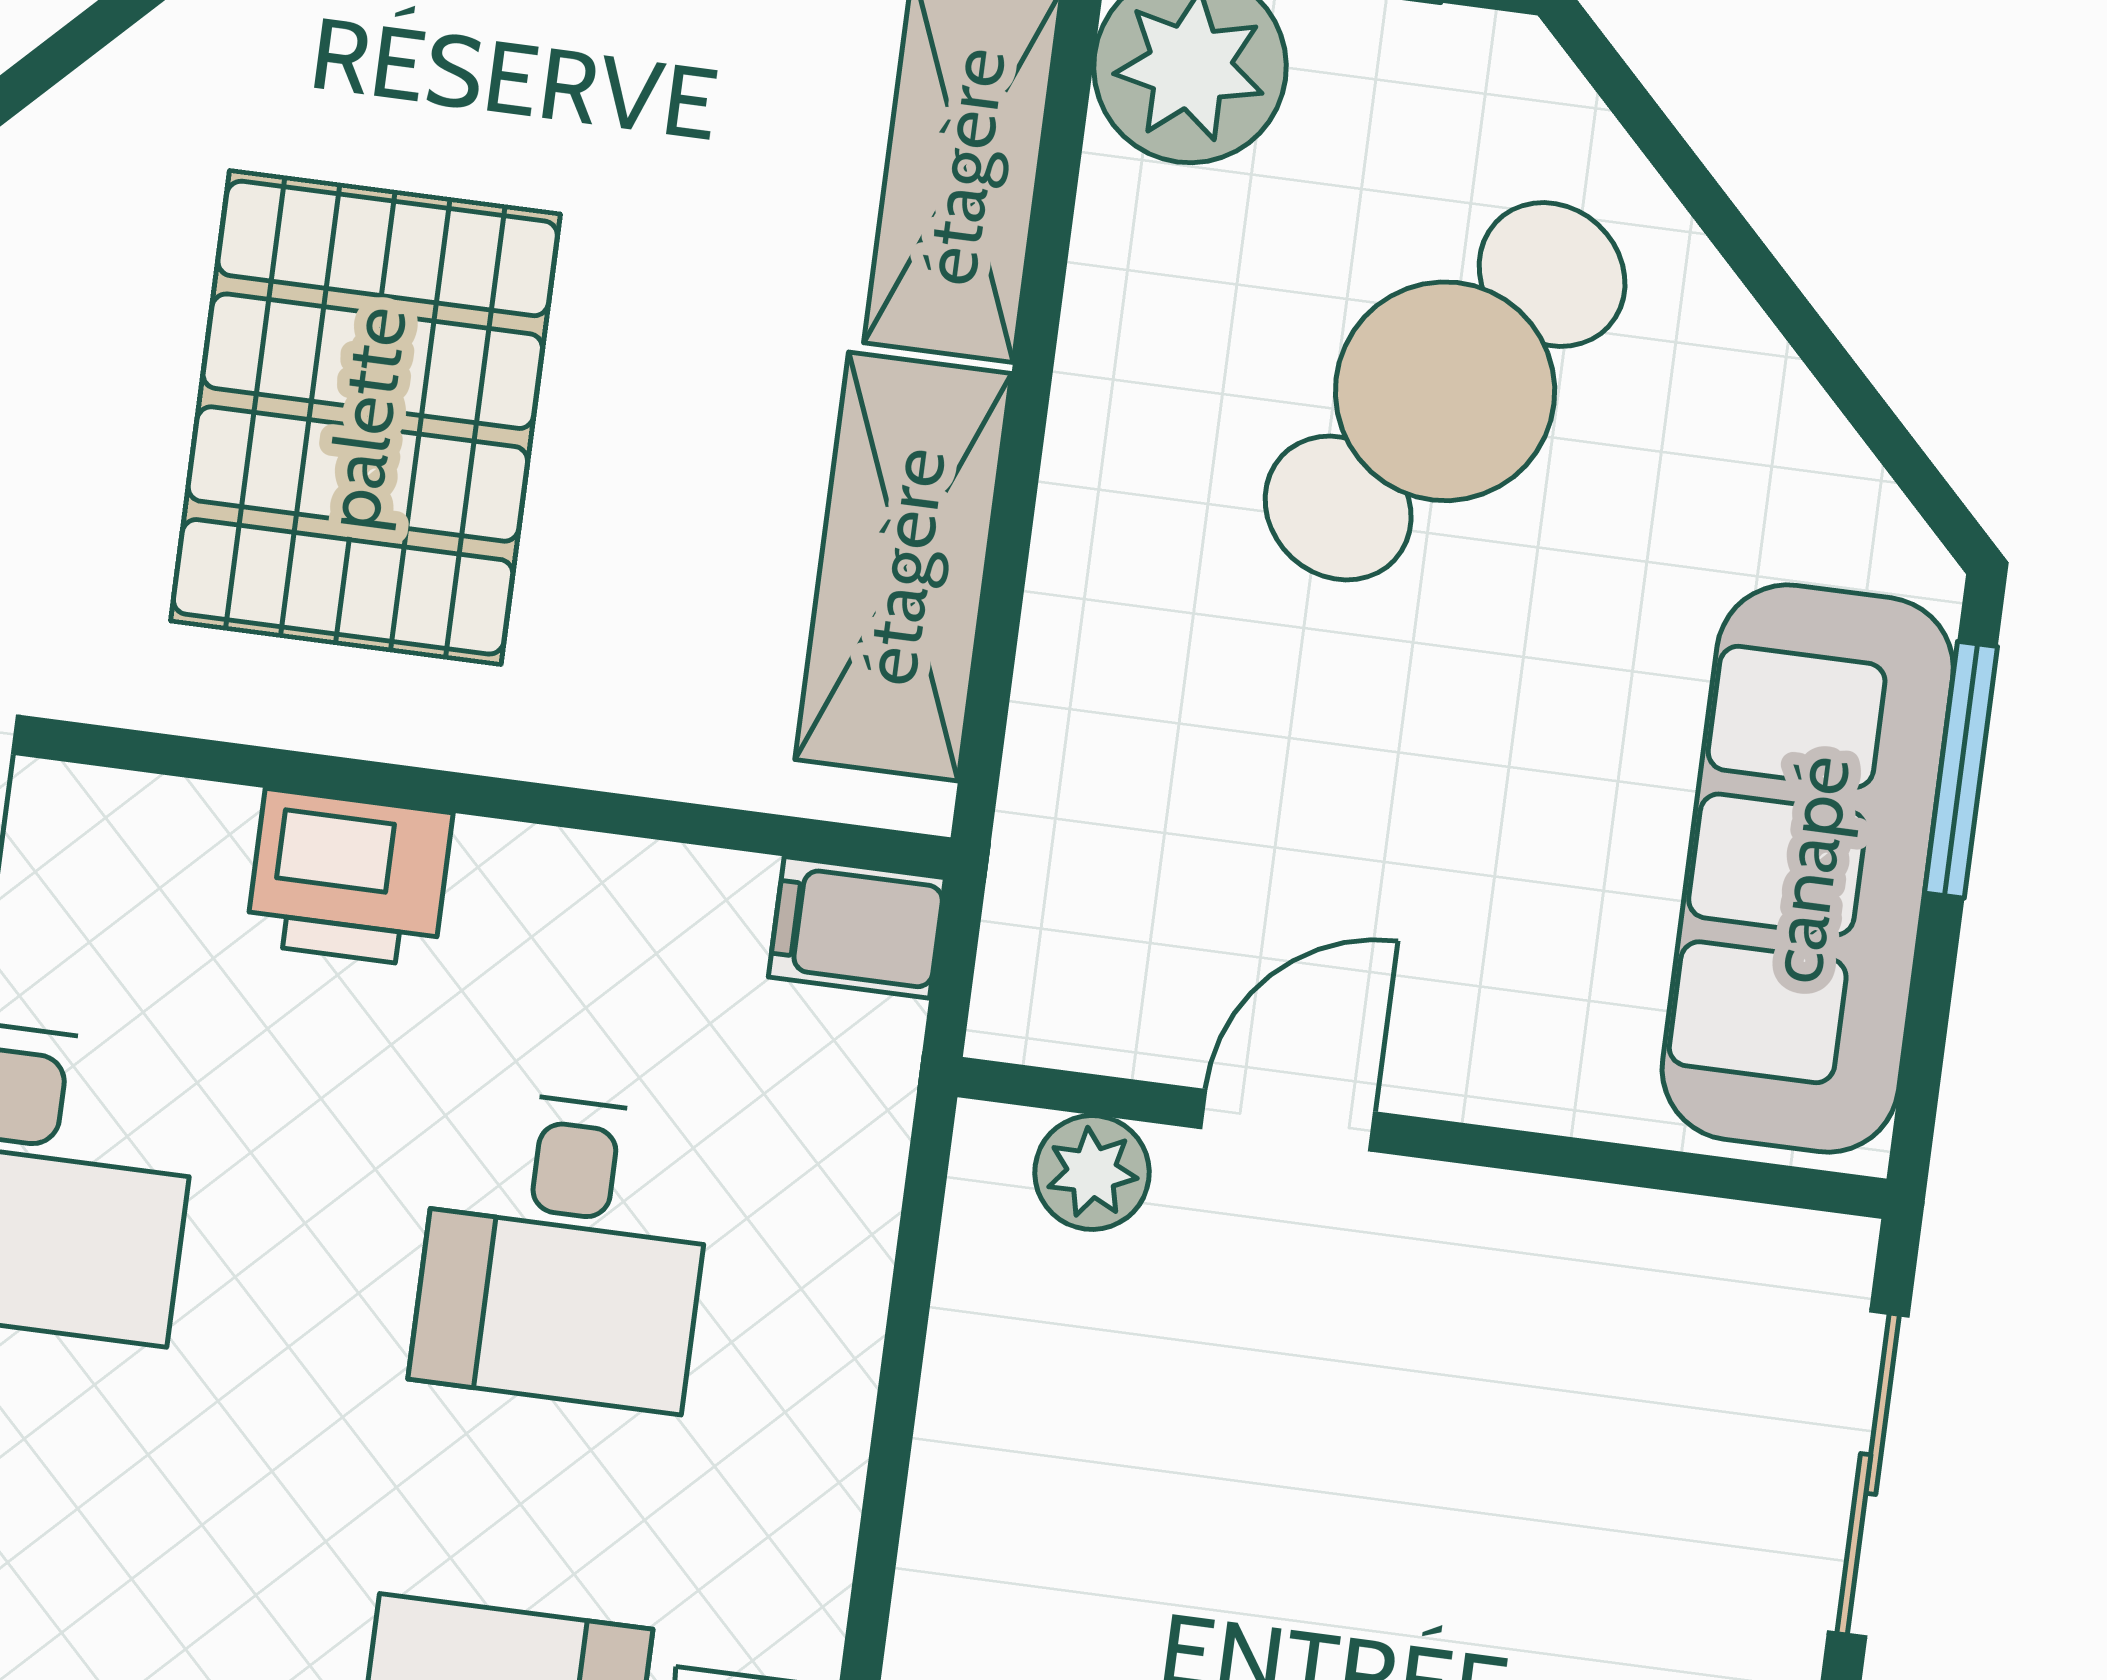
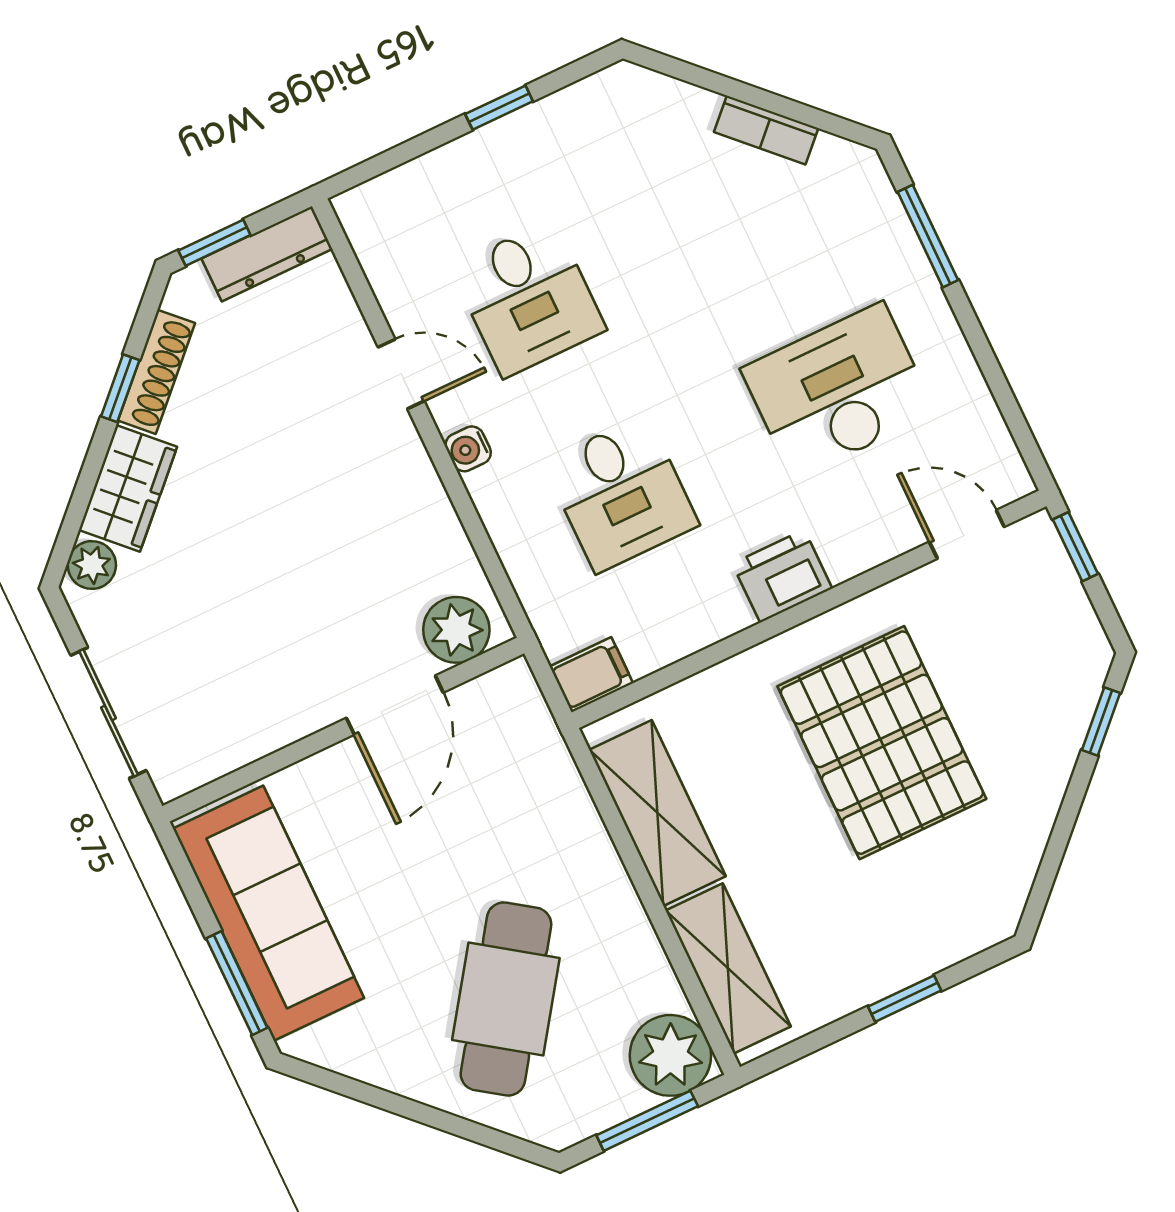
door: (1288, 1120) -> (395, 705), width x1.38
plant: (1092, 1172) -> (456, 630), width x1.38, depth x1.38
desk: (564, 1250) -> (621, 494), turned 180
water cooler: (811, 1536) -> (468, 449), added

